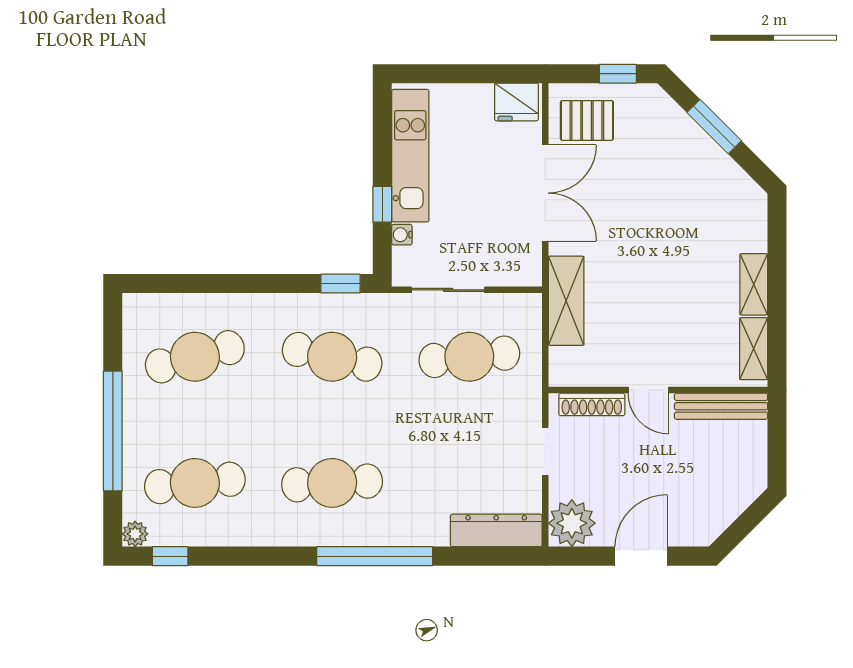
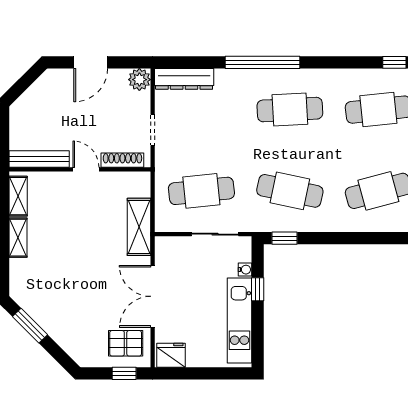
window: (618, 74) -> (124, 373), moved
window: (714, 127) -> (30, 326), moved
plant: (572, 523) -> (139, 80), width x0.73, depth x0.73

